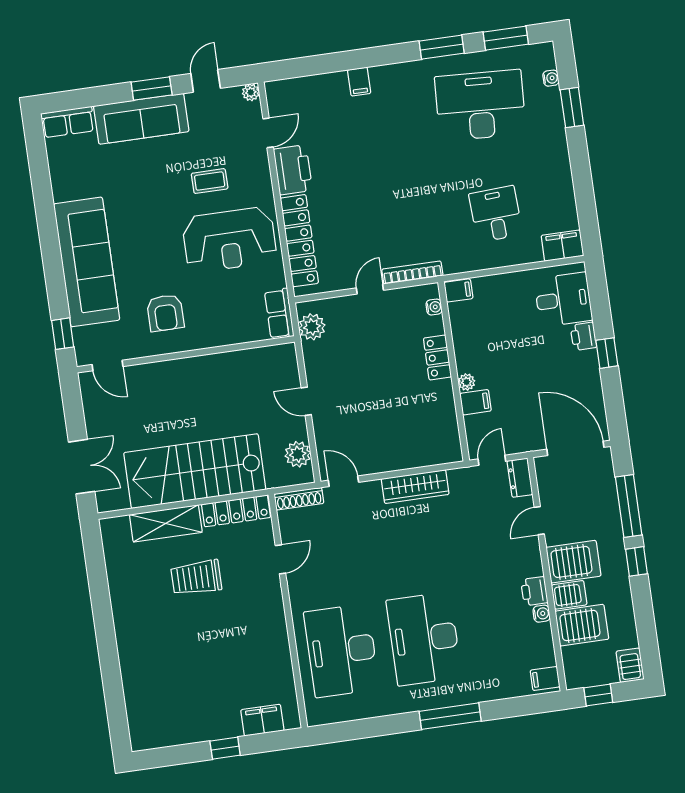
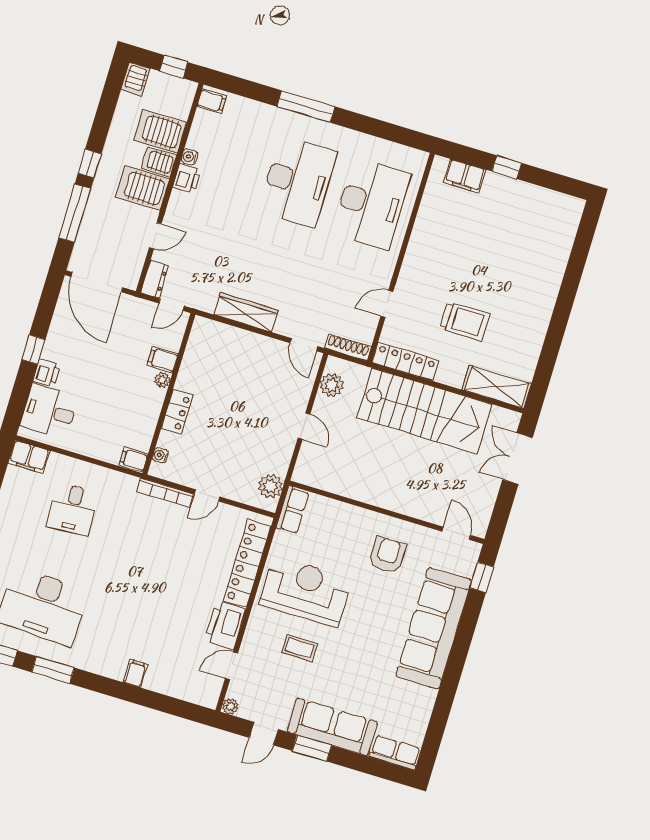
shelving: (166, 523) -> (497, 387), moved

